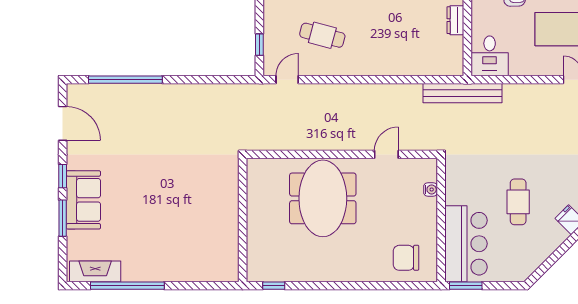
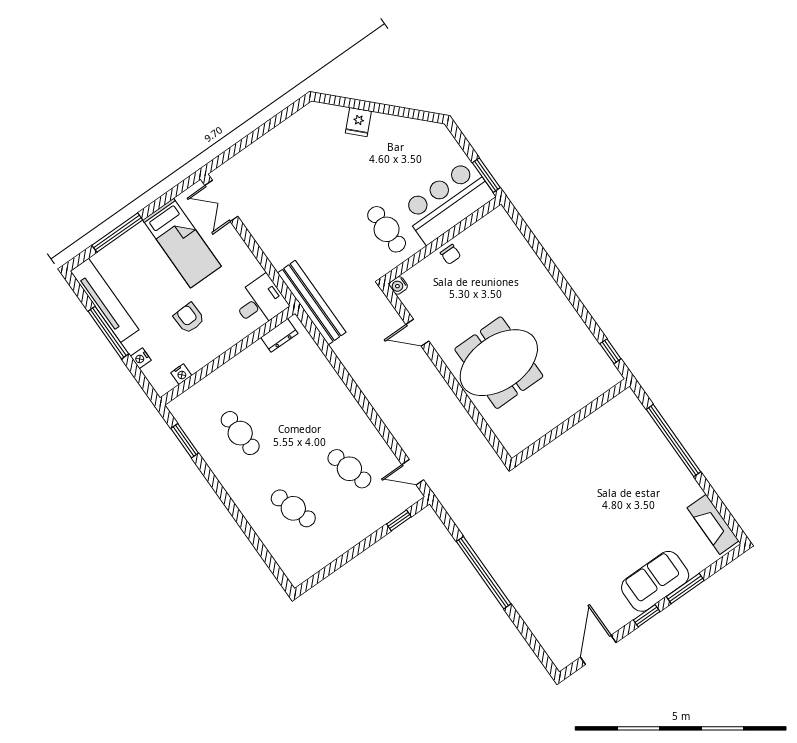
dresser: (455, 20) -> (279, 335), moved
cafe table: (322, 35) -> (349, 469), turned -30
window: (125, 80) -> (484, 573), moved
water cooler: (431, 189) -> (398, 285), moved, turned -90
cafe table: (518, 202) -> (387, 229), moved, turned 90
chair: (406, 258) -> (450, 254), moved, width x0.54, depth x0.54
window: (127, 286) -> (674, 441), moved

